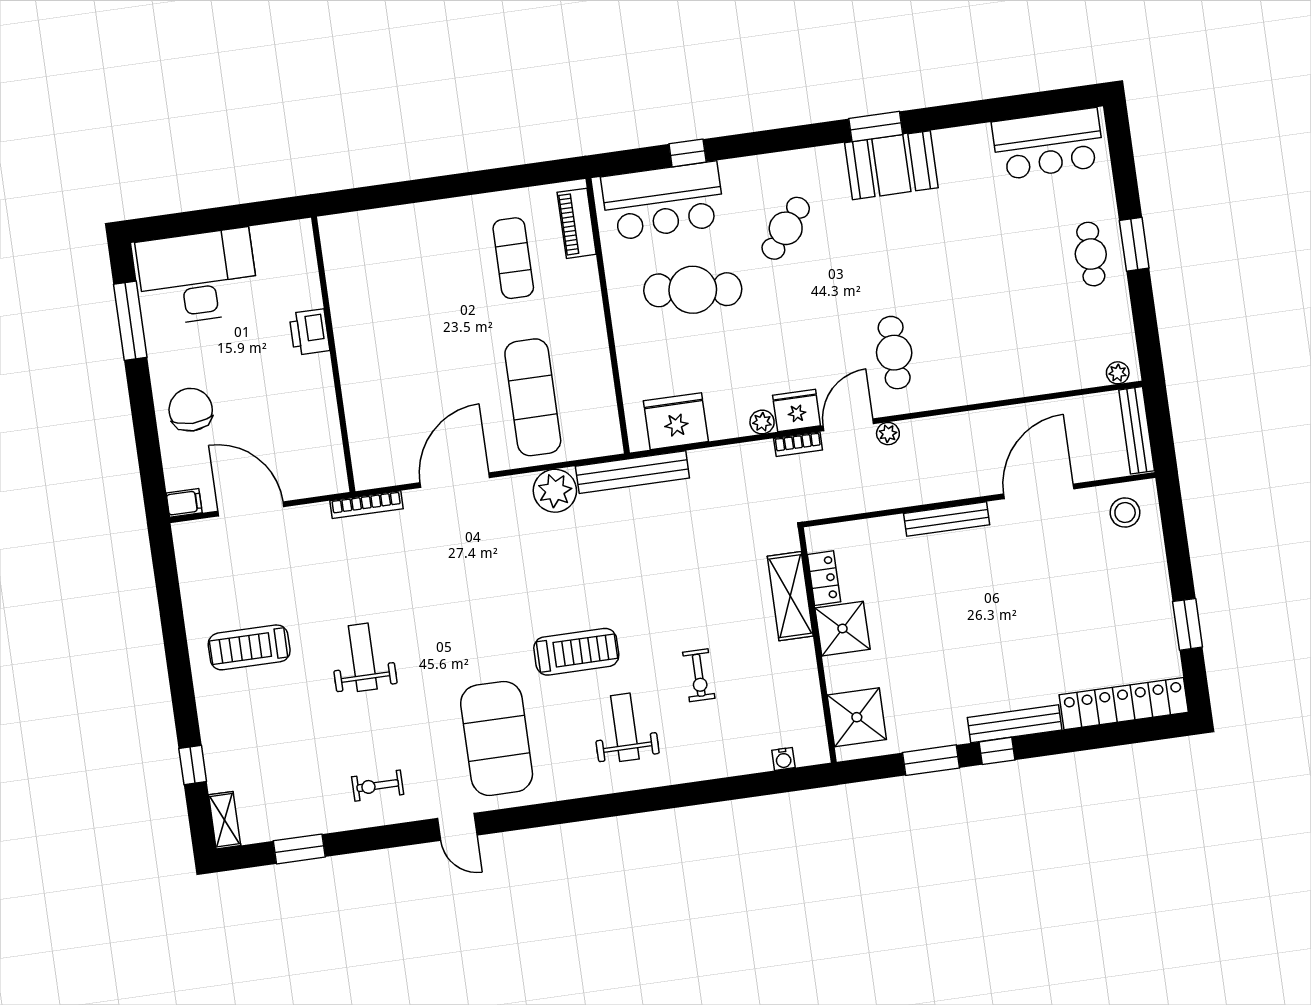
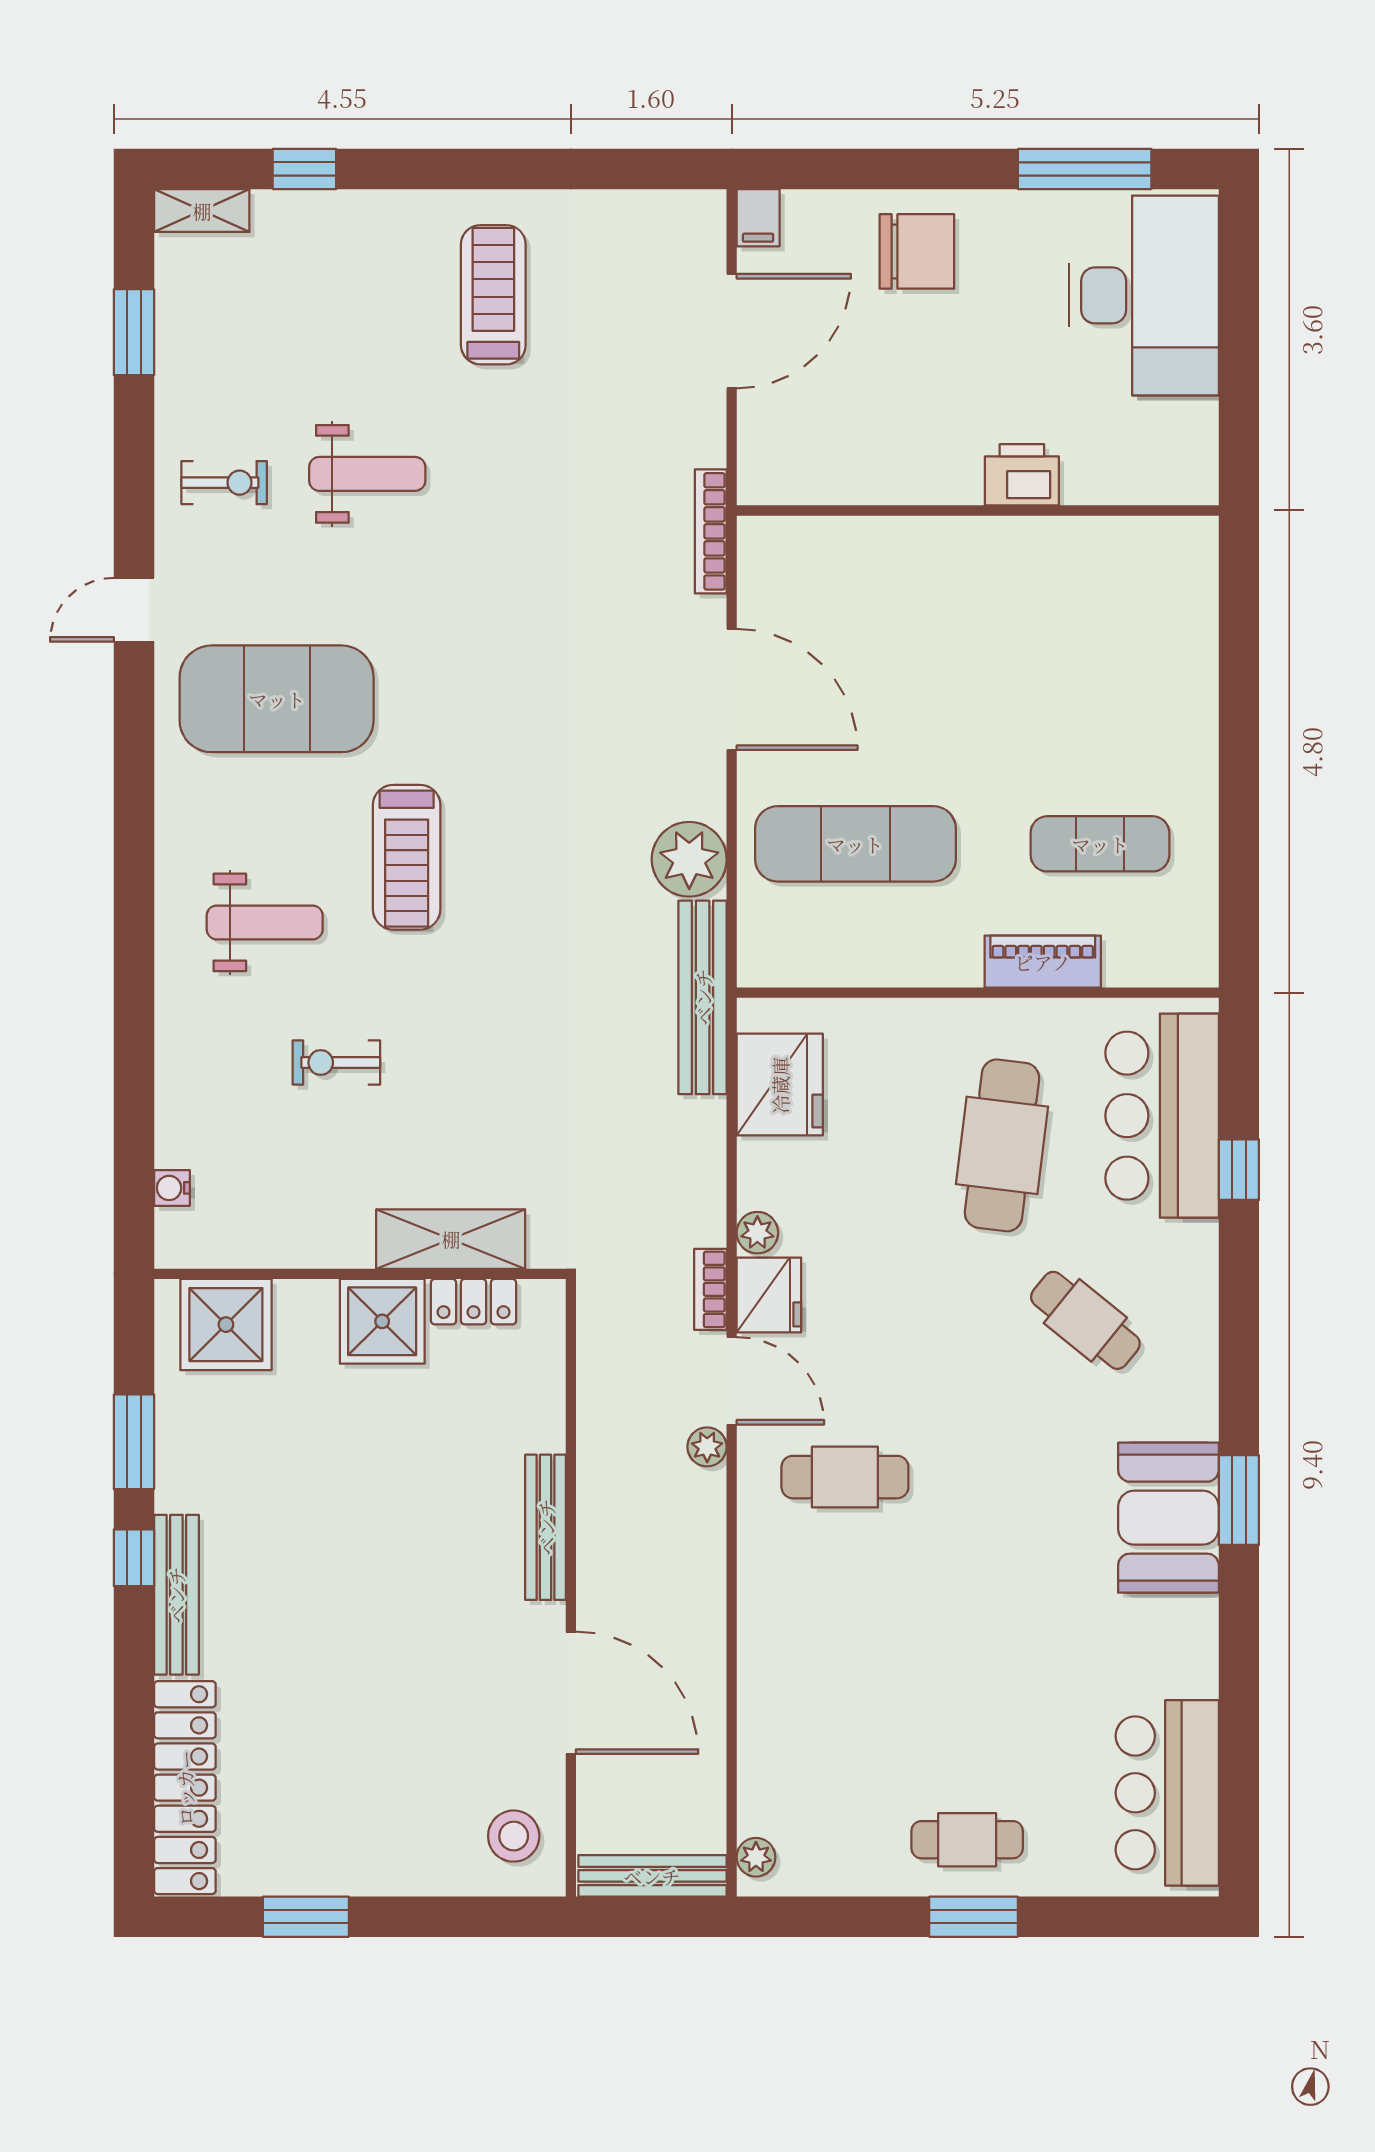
piano: (577, 223) -> (1043, 962), moved
weight bench: (363, 657) -> (367, 474), moved
exercise bike: (378, 786) -> (224, 483), turned 90

